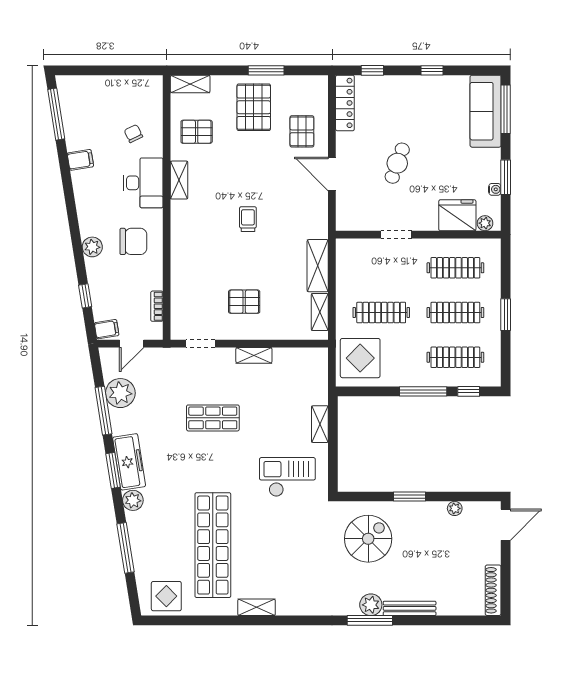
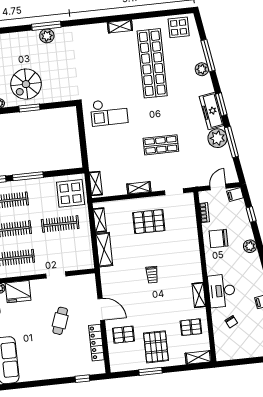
window: (432, 70) -> (44, 383), removed
locker: (345, 103) -> (96, 343), moved
pallet: (302, 131) -> (123, 335), turned 90
chair: (133, 241) -> (218, 239), moved
pallet: (244, 302) -> (149, 222), width x1.50, depth x1.42
plant: (120, 393) -> (218, 138), moved
shelving: (320, 424) -> (96, 184), moved
plant: (133, 500) -> (202, 69), moved
spiral stairs: (368, 539) -> (26, 84), moved
bench: (410, 608) -> (22, 36), removed

